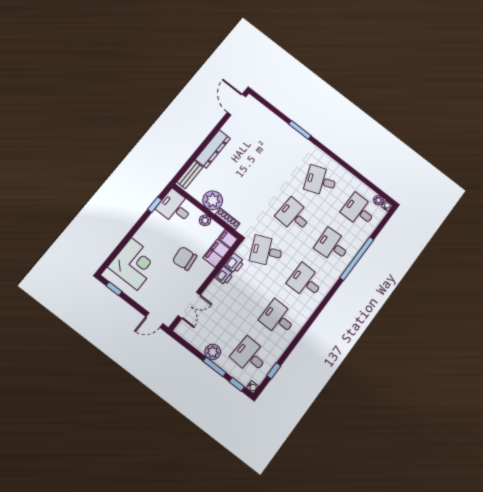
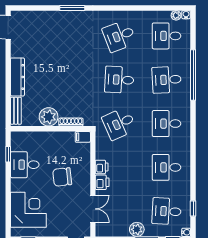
desk: (175, 207) -> (25, 165), moved
plant: (205, 220) -> (55, 137), removed
filing cabinet: (216, 253) -> (83, 155), removed
printer: (234, 263) -> (102, 182), moved

